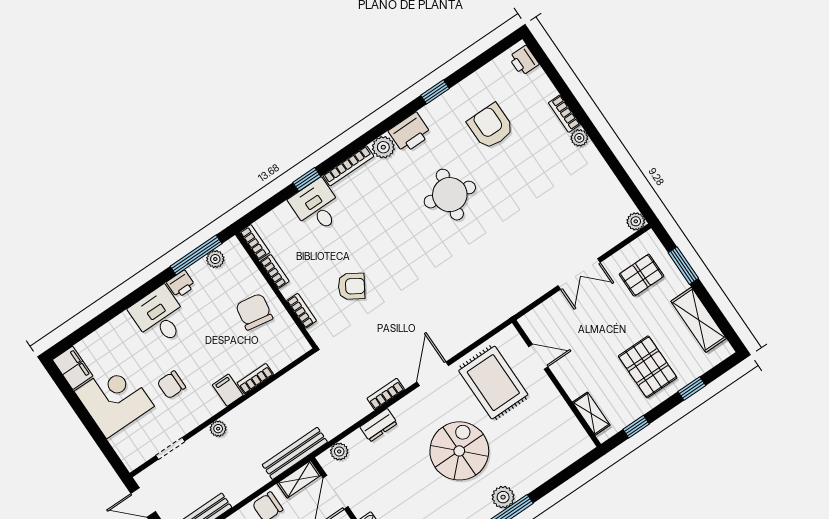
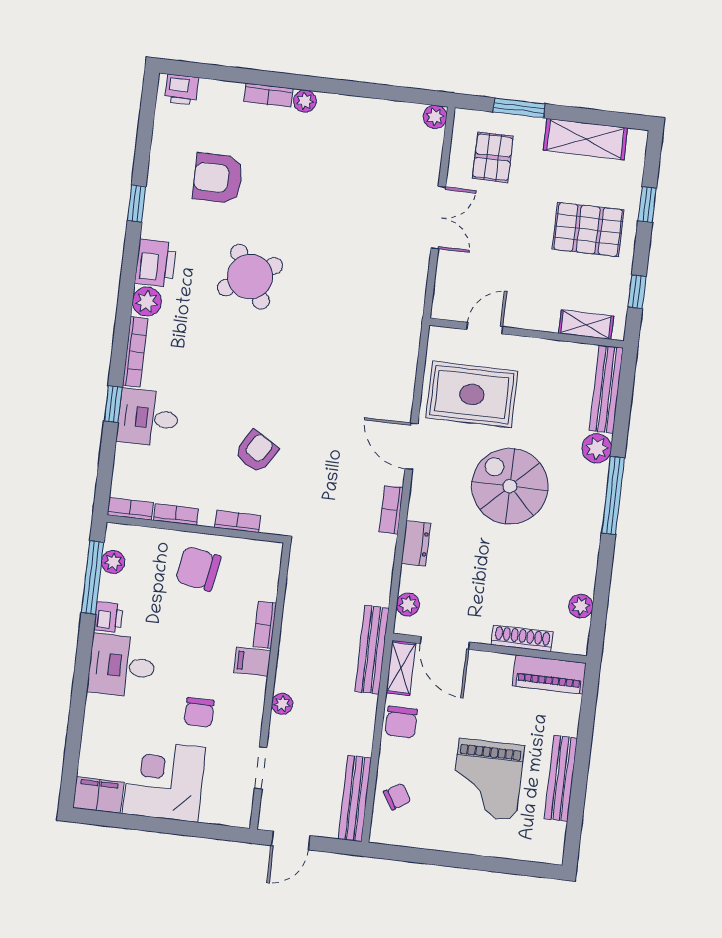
round table: (450, 195) -> (250, 277), turned 45
bench: (564, 458) -> (606, 389), added
plant: (503, 497) -> (597, 448), moved

